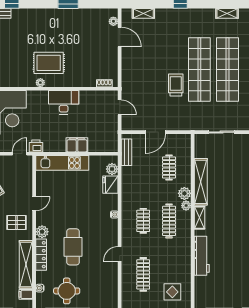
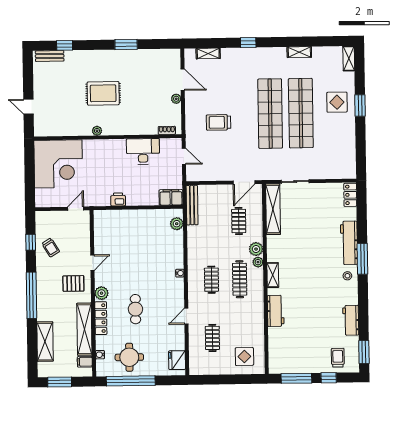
plant: (113, 21) -> (176, 99), moved
rug: (49, 63) -> (103, 93), moved
trolley: (176, 85) -> (218, 122), moved, turned -90
desk: (64, 102) -> (143, 151), moved
door: (156, 132) -> (244, 182), moved
filing cabinet: (77, 145) -> (171, 197), moved
printer: (36, 146) -> (118, 199), moved
bench: (126, 152) -> (192, 205), width x1.36
kitchen unit: (62, 163) -> (122, 218), removed
shelving: (201, 182) -> (273, 209), moved
fridge: (110, 185) -> (177, 360), moved
cafe table: (73, 247) -> (135, 309), width x0.73, depth x0.74
workbench: (202, 256) -> (276, 311), width x0.73
clothes rail: (143, 274) -> (212, 338), width x0.73

